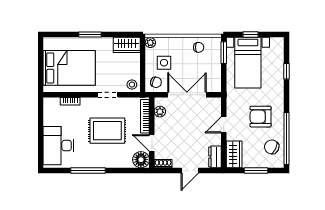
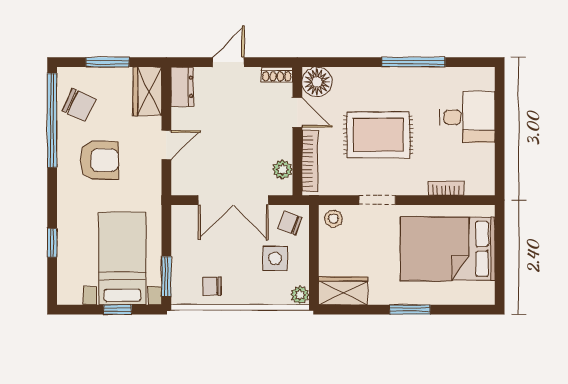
desk: (58, 146) -> (467, 117), width x0.73

